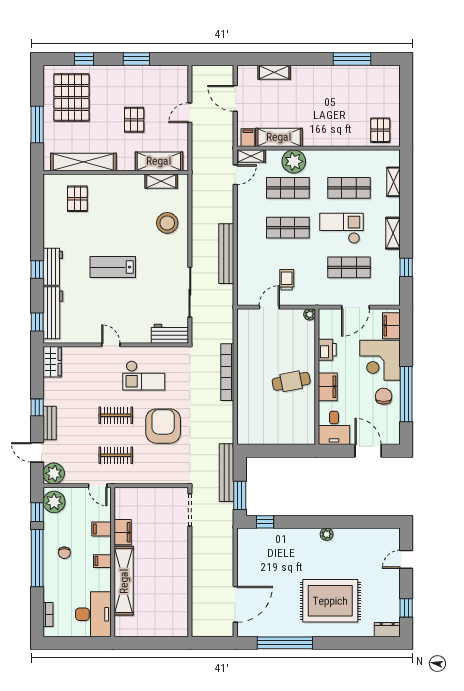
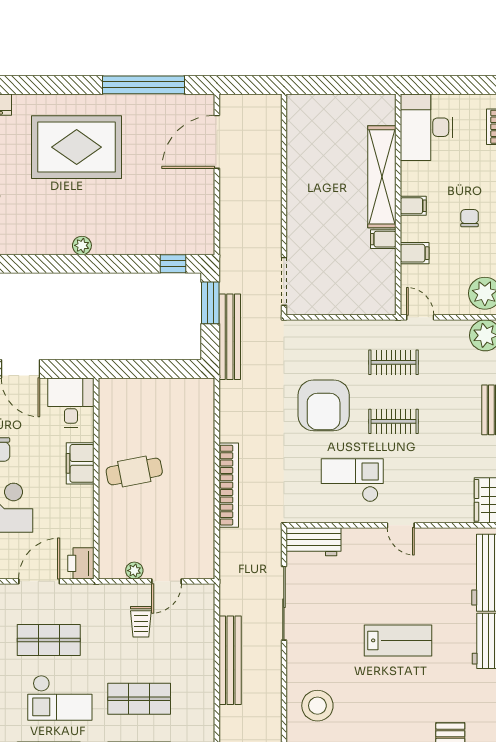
plant: (310, 314) -> (134, 571), moved
printer: (327, 350) -> (81, 563), moved
filing cabinet: (123, 532) -> (383, 239), width x0.50

